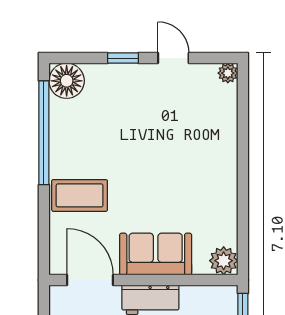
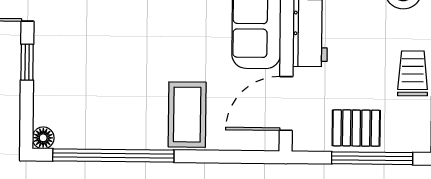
floor lamp: (67, 81) -> (43, 138), width x0.53, depth x0.53

